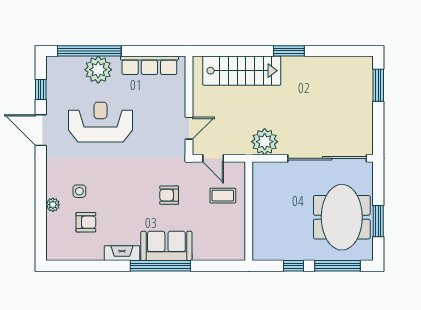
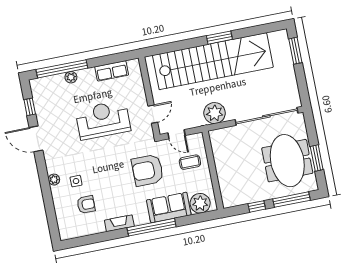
row of seats: (149, 65) -> (112, 71), width x0.68
plant: (98, 70) -> (71, 77), width x0.53, depth x0.53
stairs: (242, 71) -> (213, 61), width x1.86, depth x1.51
reception desk: (101, 122) -> (103, 120), moved
armchair: (169, 195) -> (148, 170), width x1.88, depth x1.88
plant: (53, 205) -> (54, 180), moved
sofa: (166, 246) -> (169, 208), moved
plant: (225, 248) -> (200, 203), added

